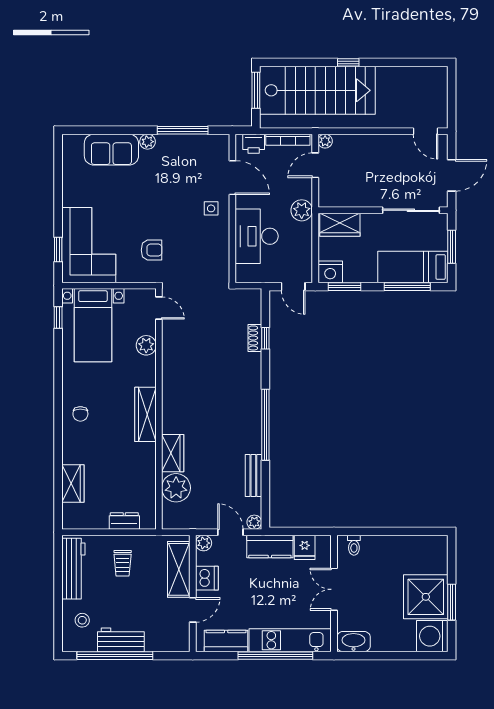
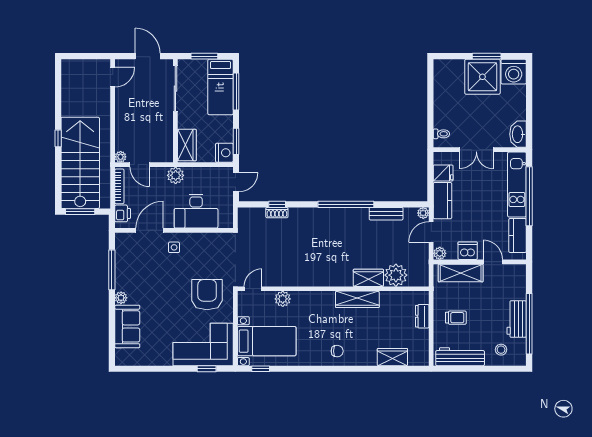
armchair: (152, 250) -> (207, 295), width x1.88, depth x1.88
wardrobe: (146, 414) -> (357, 299), moved

